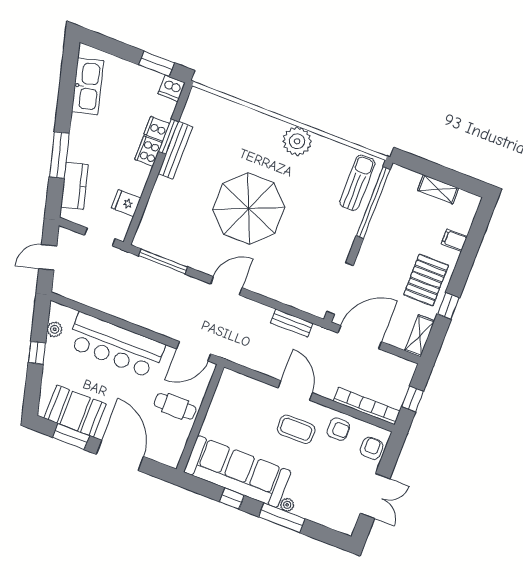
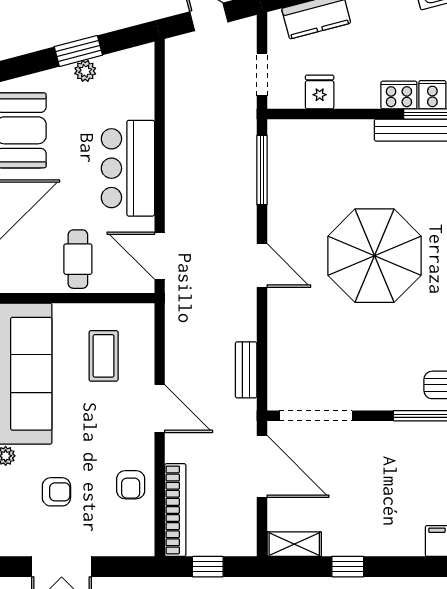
pallet: (426, 280) -> (370, 524), removed
plant: (55, 329) -> (85, 71), moved
bar counter: (116, 345) -> (128, 168), width x0.73
window: (37, 353) -> (78, 51), width x1.50
door: (295, 390) -> (160, 409), hinge flipped
coffee table: (296, 429) -> (104, 356), moved
armchair: (372, 448) -> (56, 492), moved

